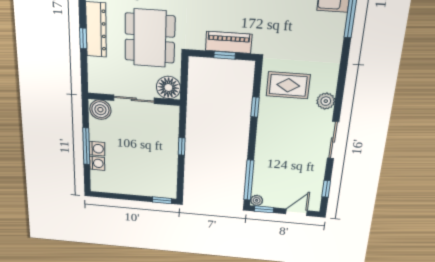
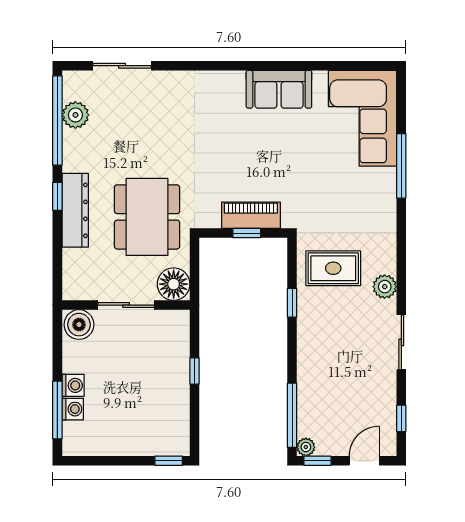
window: (83, 38) -> (57, 196), moved
window: (86, 146) -> (57, 410), moved

